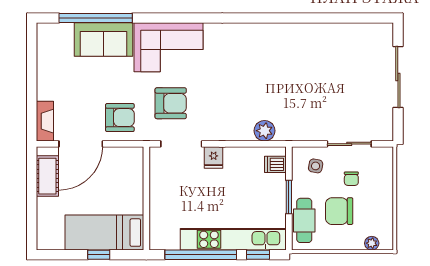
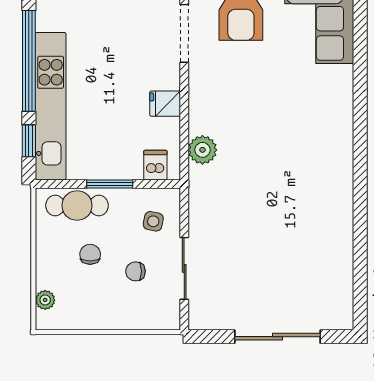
fridge: (214, 158) -> (165, 104), moved
chair: (339, 211) -> (90, 254), width x0.54, depth x0.54

